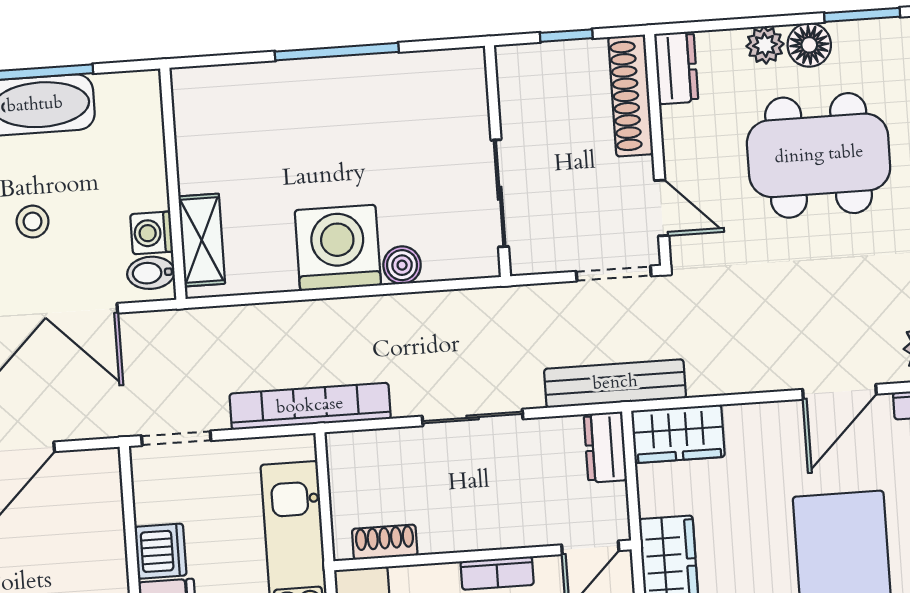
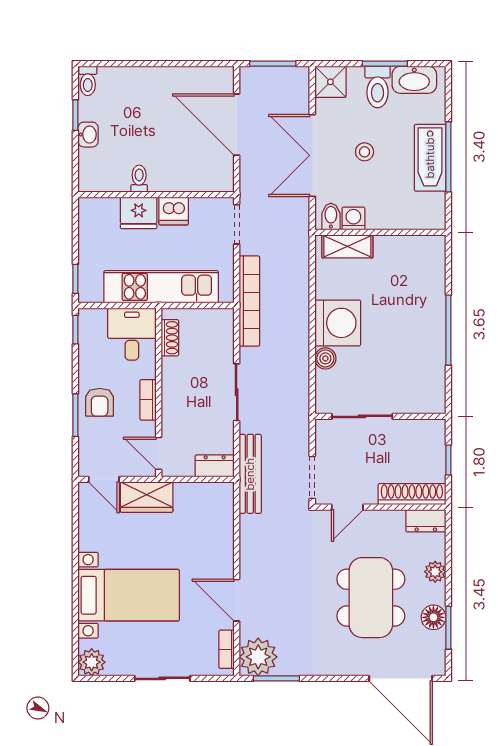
floor lamp: (809, 45) -> (433, 617), moved
wardrobe: (678, 434) -> (219, 507), removed

